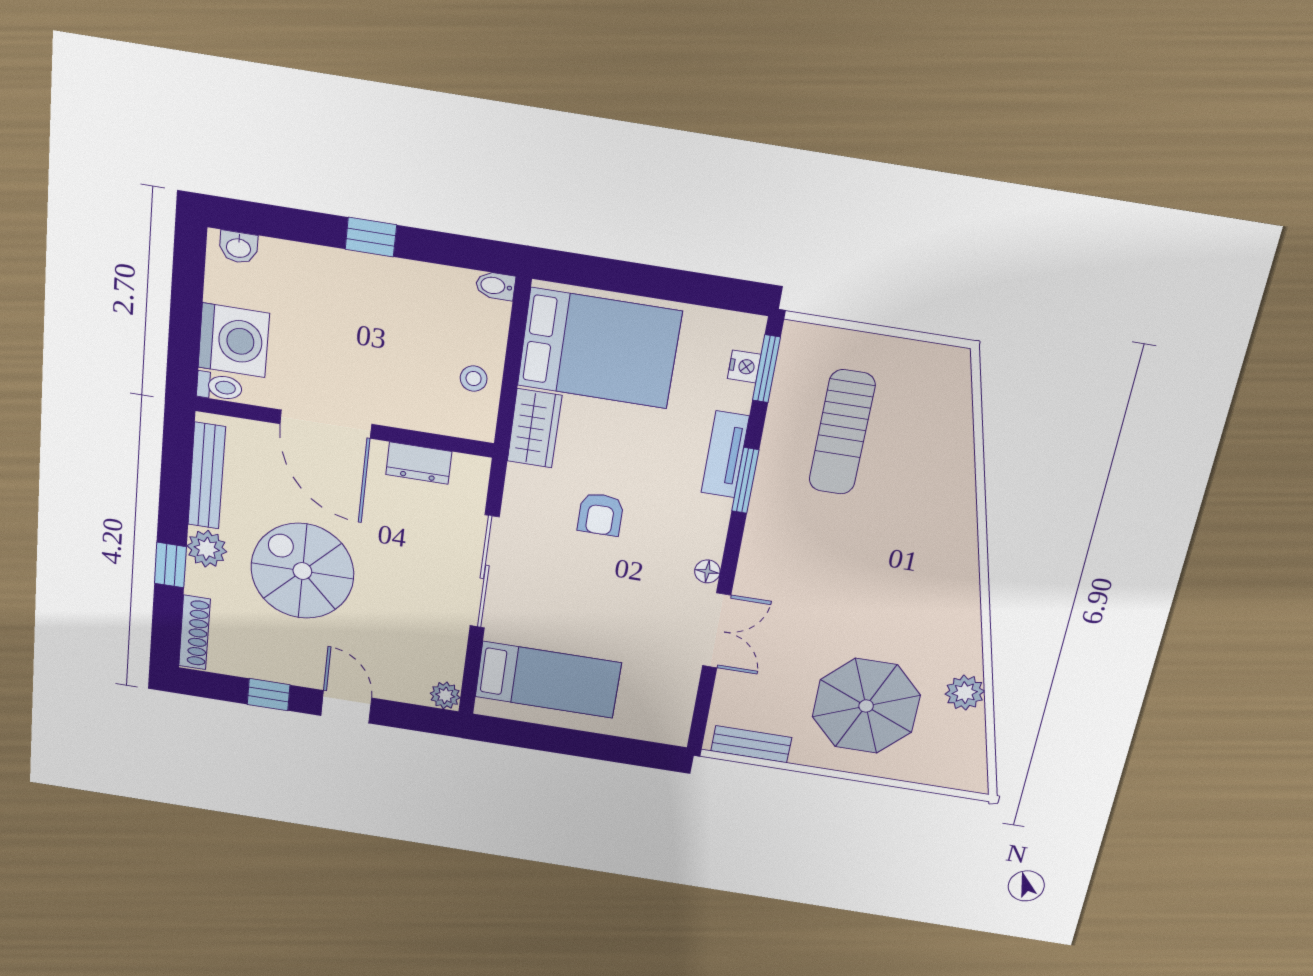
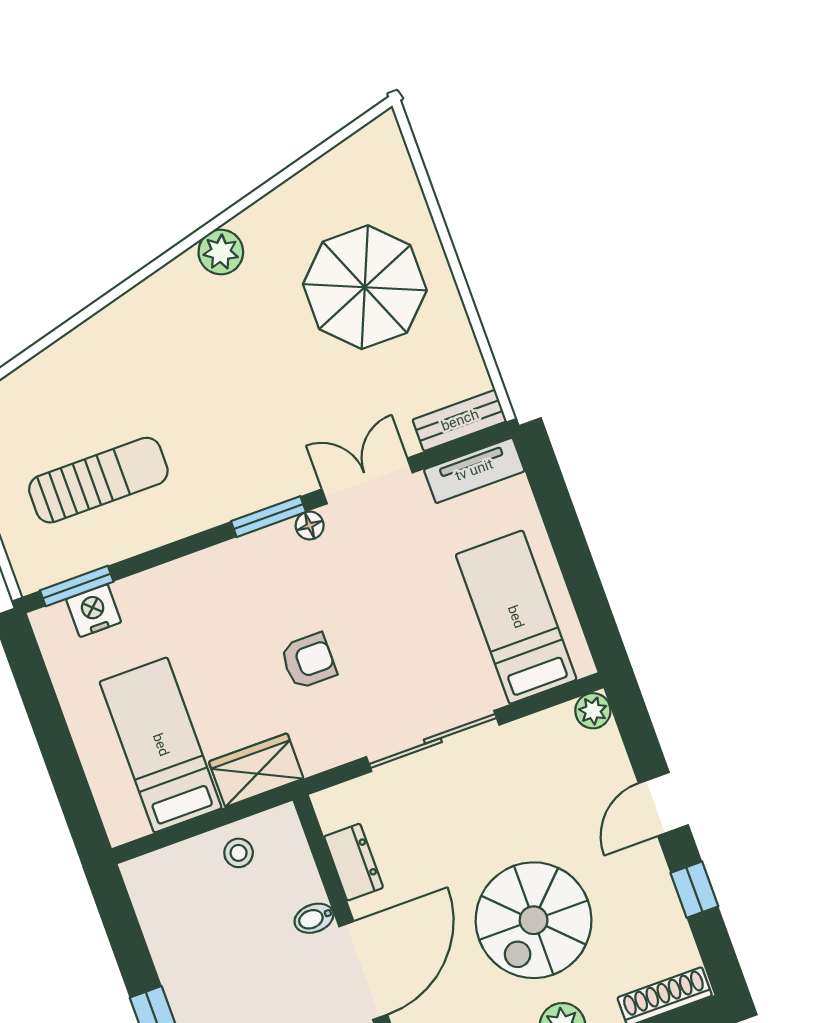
bidet: (495, 286) -> (314, 918), moved, turned 90
bed: (599, 348) -> (161, 745), width x0.67
nightstand: (744, 366) -> (94, 611), width x1.39, depth x1.35
tv unit: (725, 454) -> (474, 470), moved
window: (745, 480) -> (268, 517), moved
plant: (965, 693) -> (221, 252), moved
bench: (751, 744) -> (460, 420), moved, turned 90

